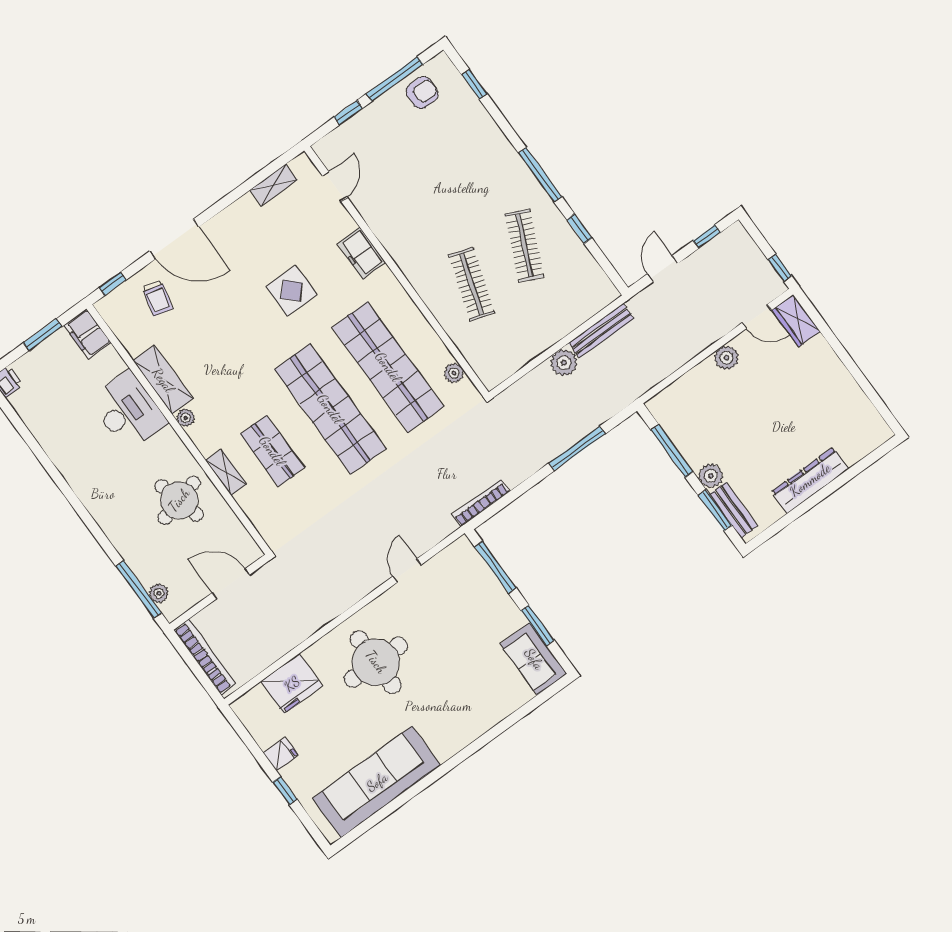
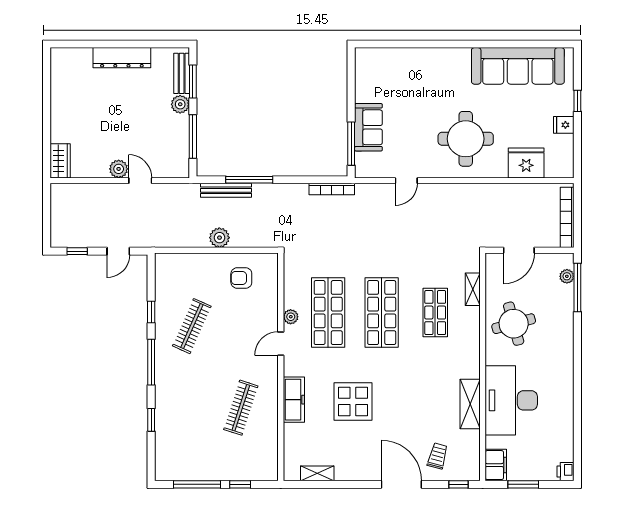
window: (474, 84) -> (151, 420), moved
armchair: (422, 93) -> (241, 278), moved
door: (335, 186) -> (281, 344), moved
freezer: (362, 253) -> (294, 400), width x1.40
window: (780, 268) -> (47, 200), removed
clothes rail: (472, 284) -> (241, 408), moved
display table: (292, 291) -> (353, 401), width x1.36, depth x1.36
door: (757, 317) -> (140, 181), moved
bench: (601, 331) -> (226, 190), moved
shop shelf: (388, 367) -> (328, 313), width x0.71
plant: (454, 373) -> (291, 317), moved
shop shelf: (330, 409) -> (382, 313), width x0.71
desk: (128, 411) -> (511, 400), width x1.36, depth x1.30
plant: (186, 418) -> (473, 371), removed
shelving: (226, 472) -> (473, 289), moved
door: (231, 584) -> (519, 250), hinge flipped
window: (538, 625) -> (351, 90), removed
sofa: (534, 659) -> (368, 127), moved

